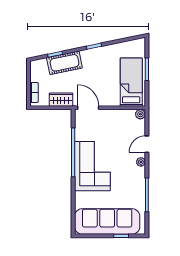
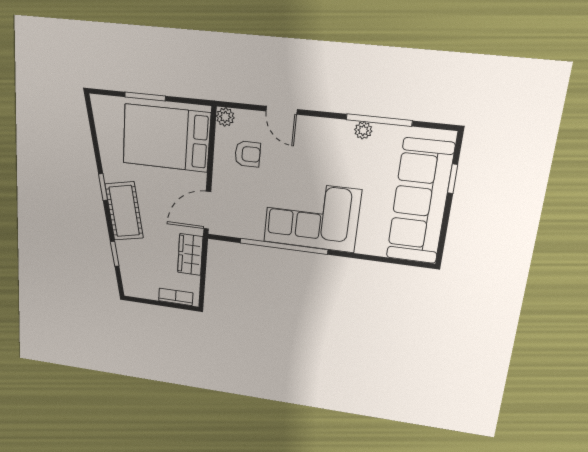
cot: (64, 63) -> (124, 211), moved
bed: (131, 82) -> (166, 138), width x1.50
armchair: (122, 128) -> (248, 154), added
plant: (141, 162) -> (363, 130), moved

